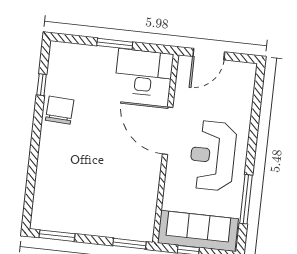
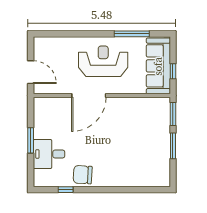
desk: (144, 73) -> (49, 154), moved, width x0.73
reception desk: (213, 156) -> (103, 61), turned 180
window: (57, 236) -> (173, 146), moved

